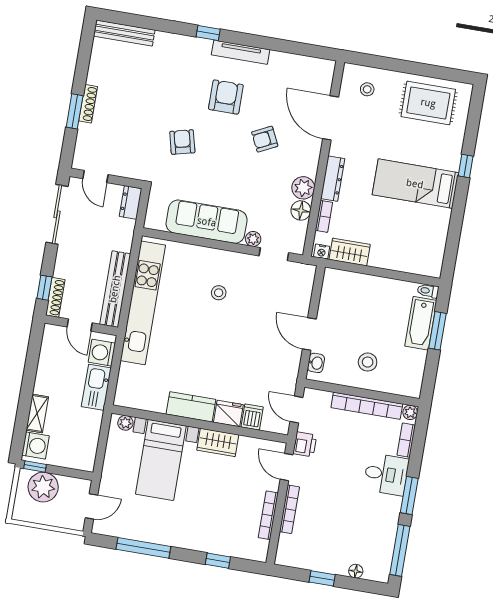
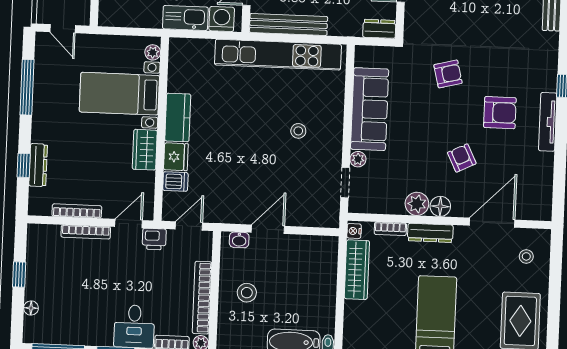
floor lamp: (301, 210) -> (440, 206), moved
wardrobe: (350, 252) -> (357, 270), width x1.50
dresser: (219, 547) -> (38, 165), added

